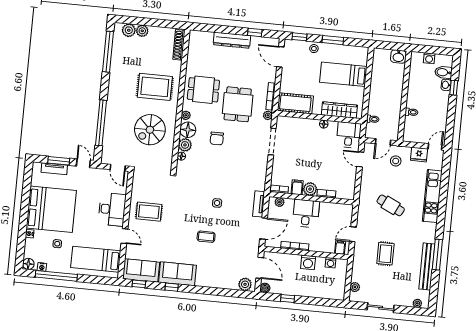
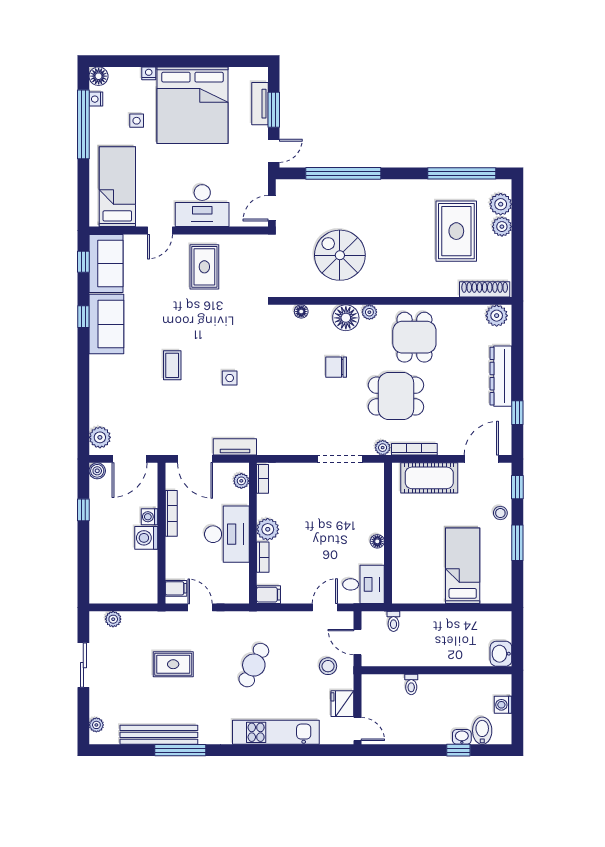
rug: (155, 87) -> (456, 231), moved
cot: (295, 103) -> (429, 478), moved, turned 90
wardrobe: (339, 110) -> (403, 565), removed
plant: (185, 145) -> (497, 316), moved
filing cabinet: (297, 187) -> (269, 595), moved
desk: (306, 213) -> (227, 534), width x1.37
washing machine: (331, 263) -> (149, 517), moved

